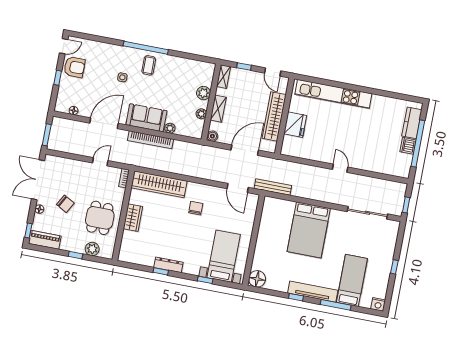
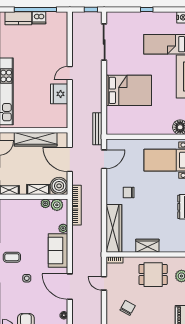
plant: (203, 93) -> (57, 205), moved
fridge: (295, 125) -> (59, 94), moved, turned -90
boiler: (212, 136) -> (59, 186), width x1.86, depth x1.86
bookcase: (150, 140) -> (77, 205), moved
chair: (65, 204) -> (128, 308), moved

